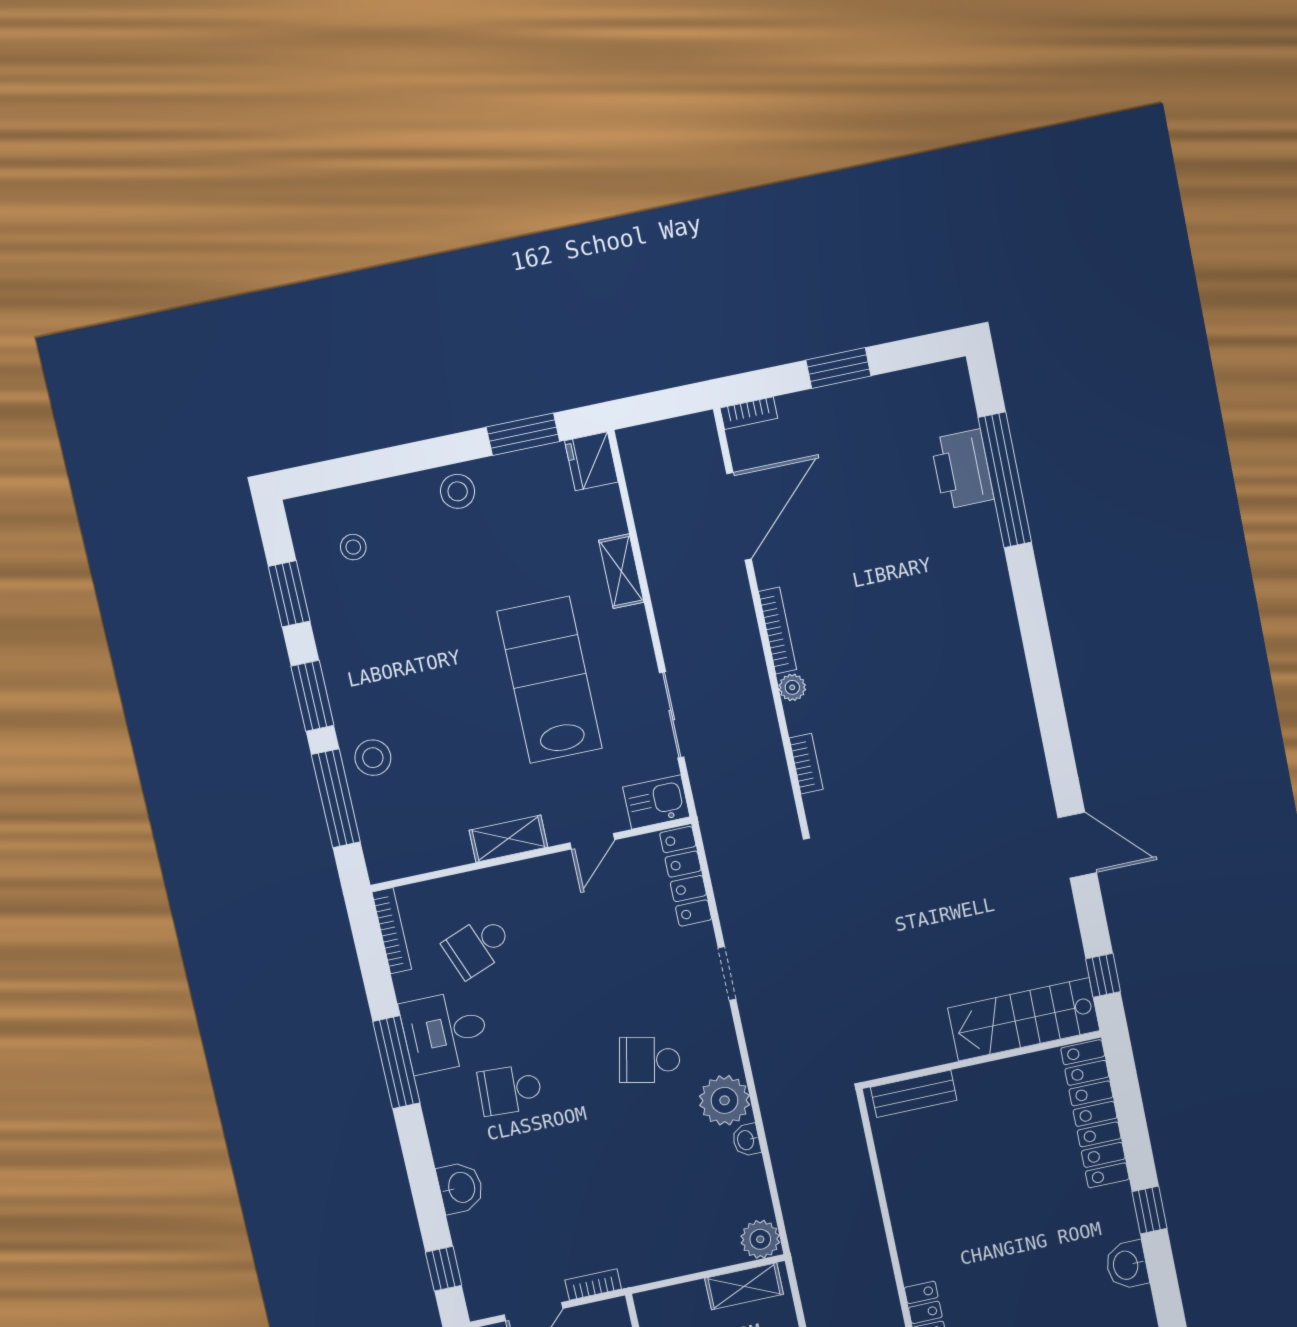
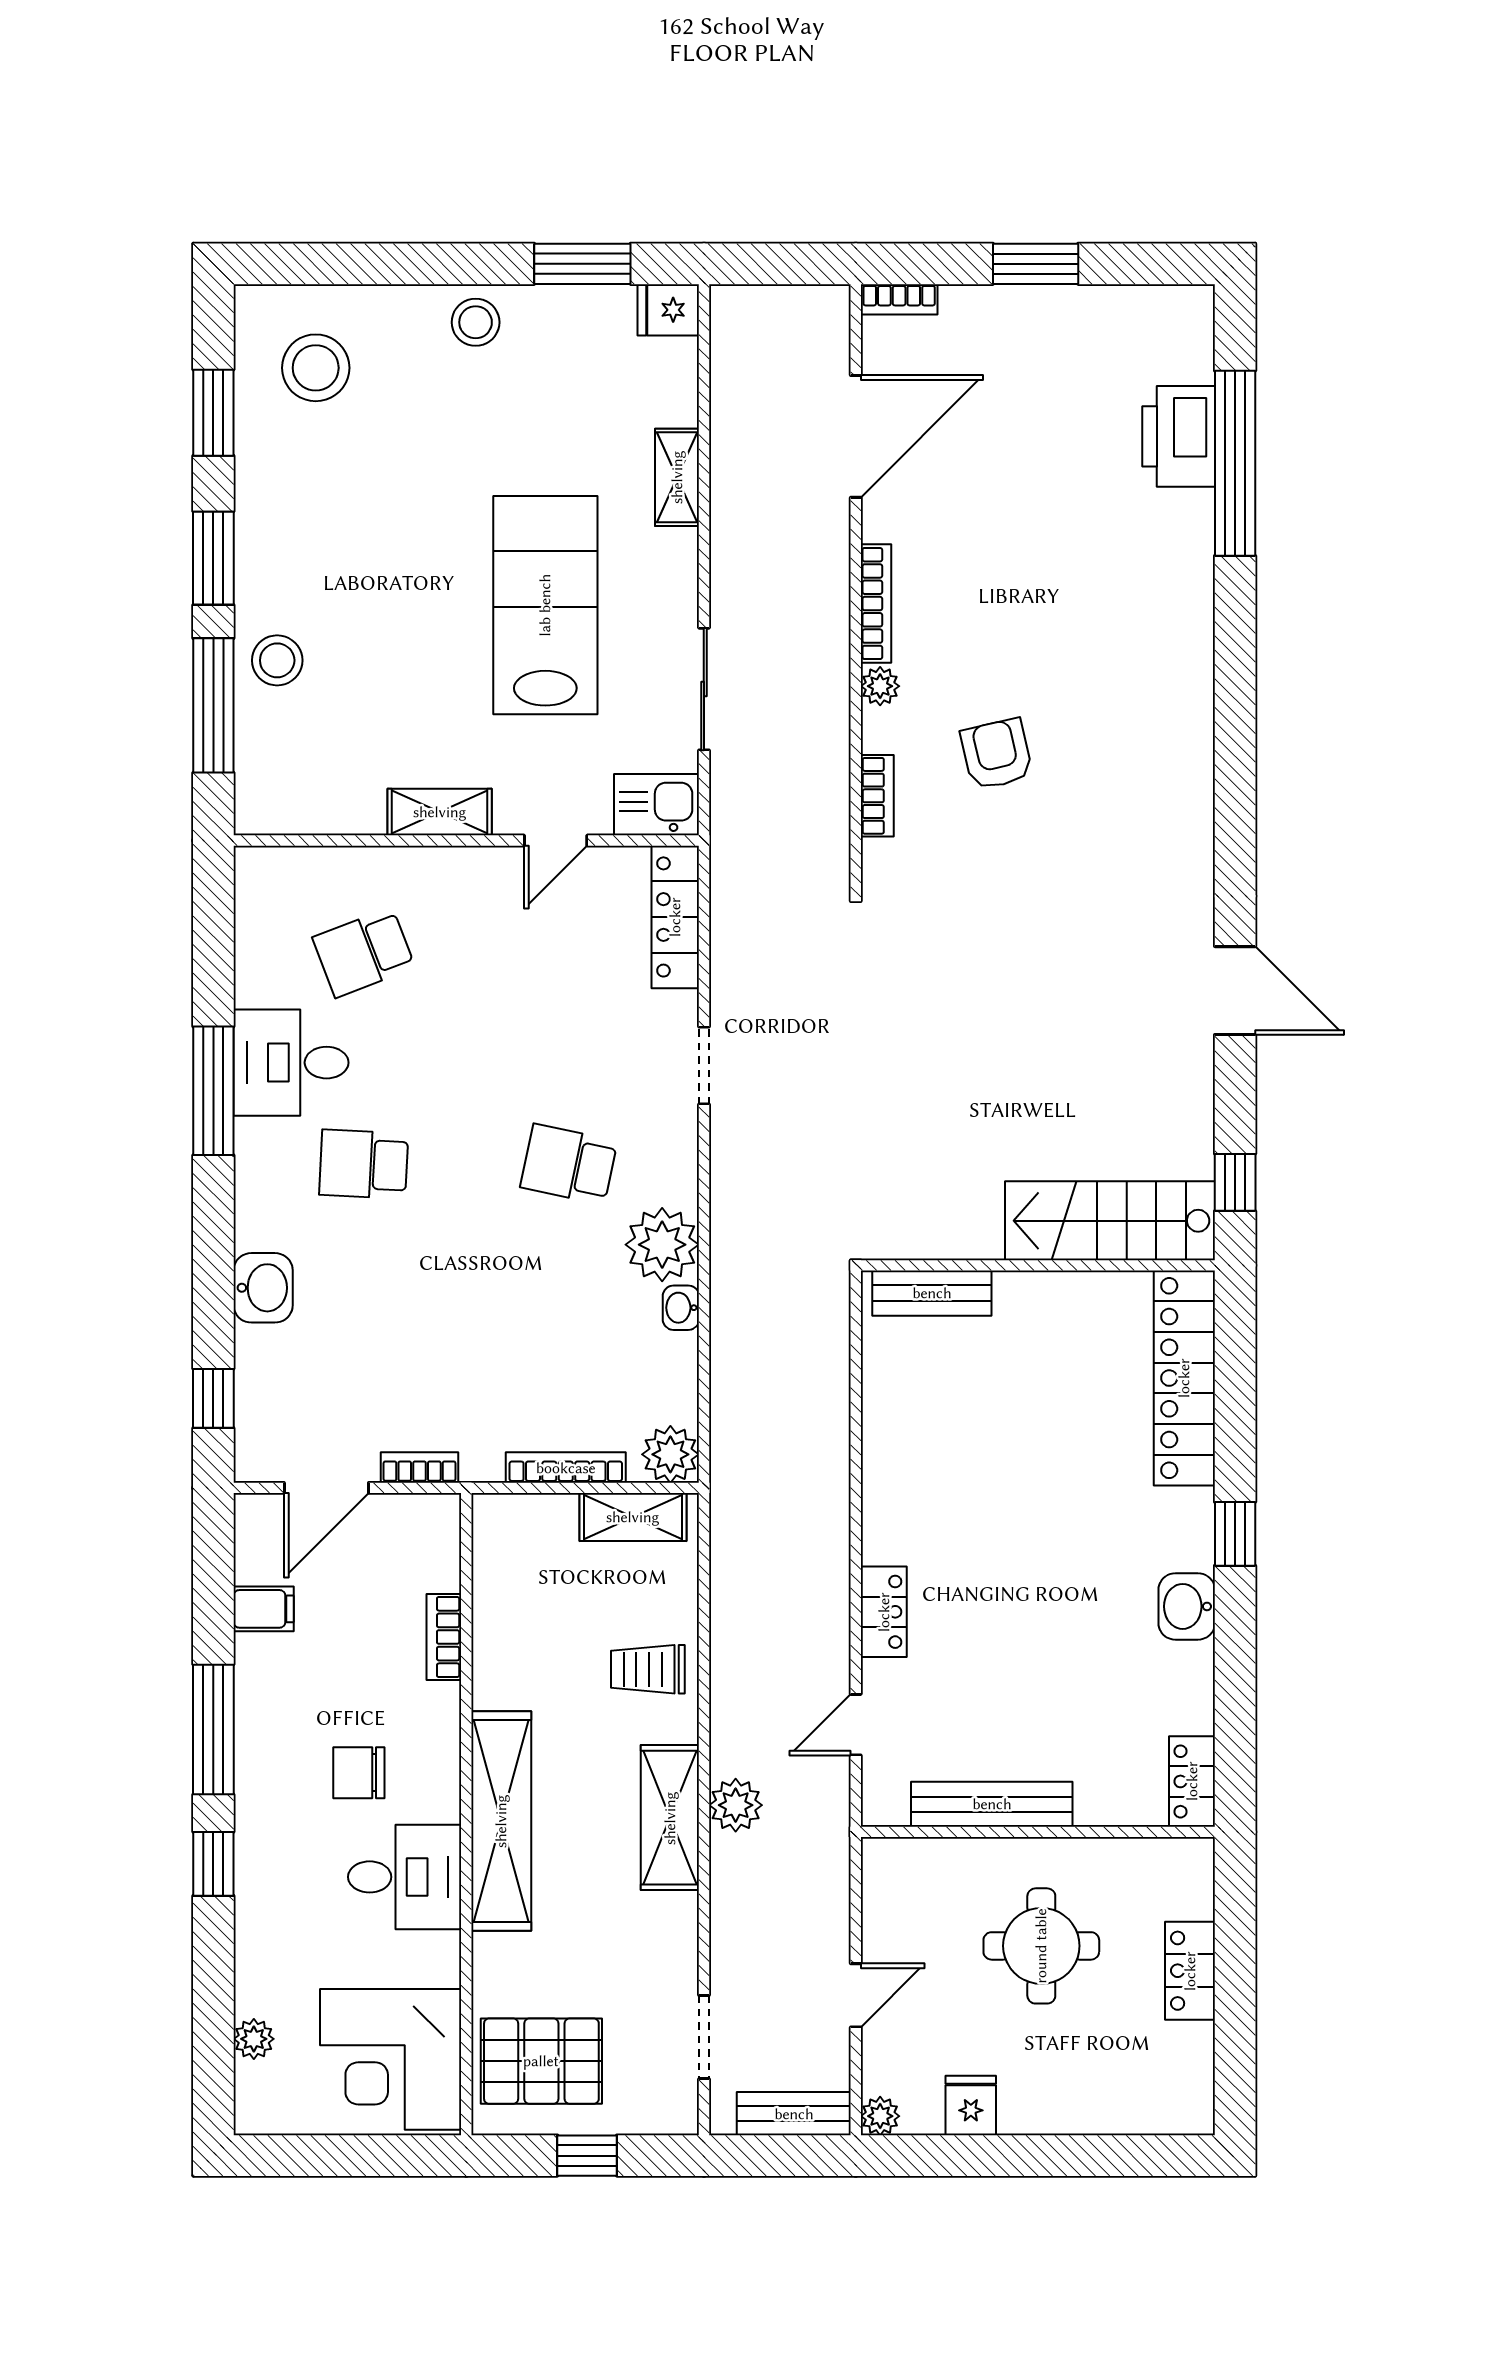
fridge: (591, 461) -> (668, 310), width x0.72
stool: (353, 547) -> (316, 368), width x1.89, depth x1.89
armchair: (882, 717) -> (997, 754), added
bookcase: (392, 931) -> (566, 1468), moved, turned -90

